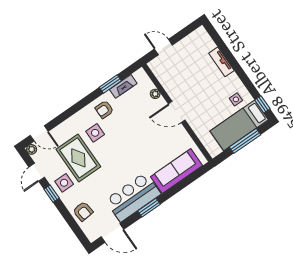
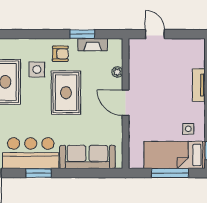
armchair: (104, 109) -> (60, 54), turned 180
rug: (128, 135) -> (66, 93), added

